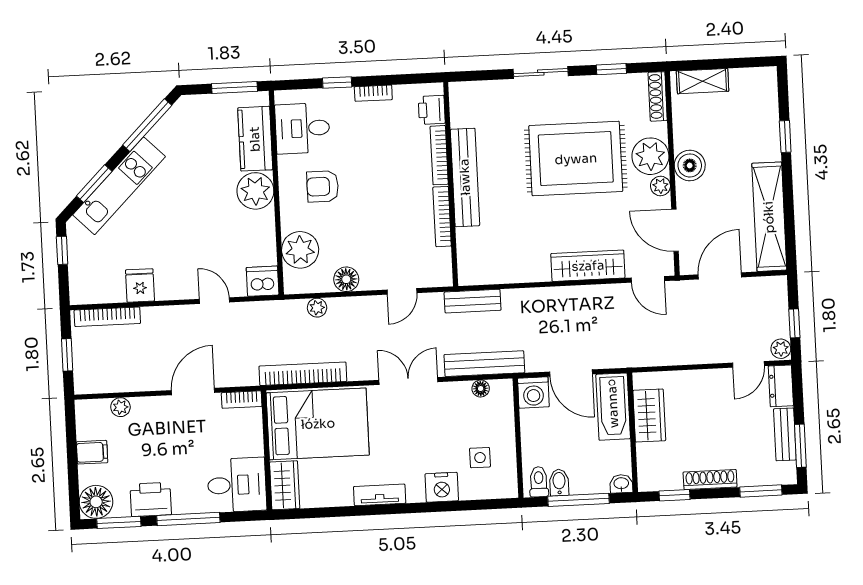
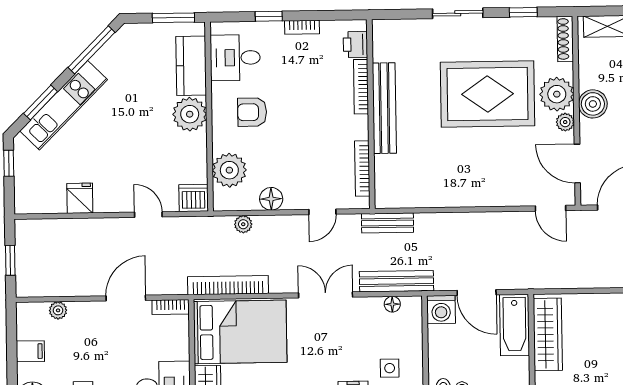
bookcase: (442, 217) -> (362, 168), moved
wardrobe: (588, 266) -> (495, 194), removed
bookcase: (107, 317) -> (49, 226), removed
wardrobe: (649, 415) -> (548, 334), width x1.50

